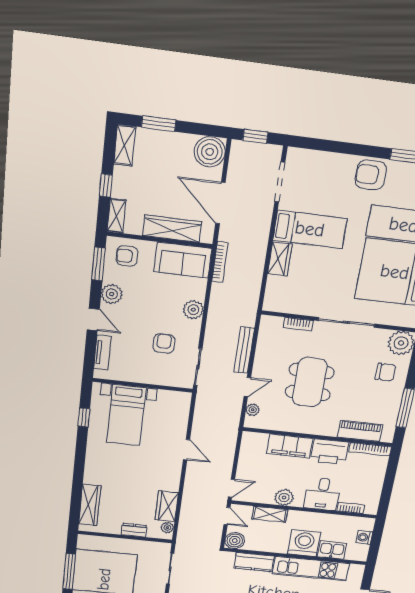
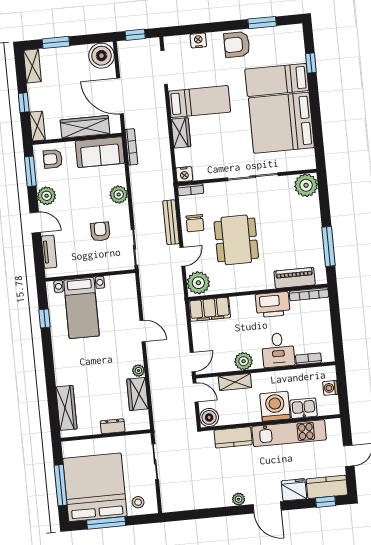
nightstand: (328, 160) -> (198, 40), added
nightstand: (272, 304) -> (184, 174), added
bookcase: (298, 324) -> (191, 190), moved
chair: (385, 372) -> (195, 223), moved, turned 90
plant: (253, 410) -> (198, 283), width x1.87, depth x1.87
filing cabinet: (290, 446) -> (210, 309), moved
plant: (167, 528) -> (138, 371), moved

